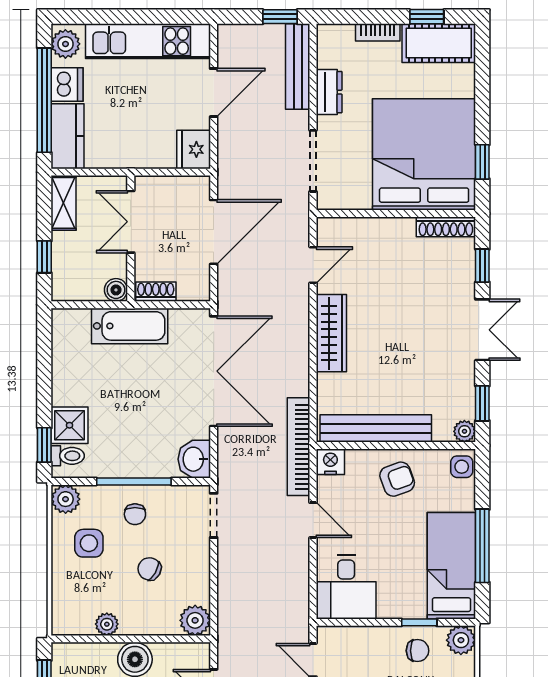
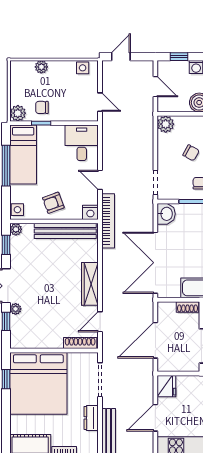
shoe rack: (446, 227) -> (80, 343), moved
plant: (465, 288) -> (16, 309), added

